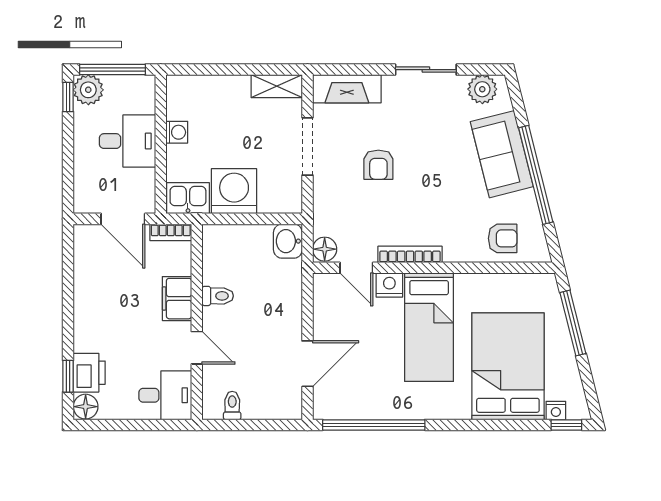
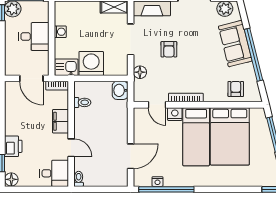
armchair: (503, 238) -> (236, 89), turned -90
floor lamp: (325, 249) -> (140, 72), moved
toilet: (218, 296) -> (82, 102), moved
bed: (508, 366) -> (230, 136), moved, turned 180
printer: (89, 373) -> (13, 146), moved
toilet: (232, 406) -> (79, 179), moved
nightstand: (556, 411) -> (158, 182), moved

